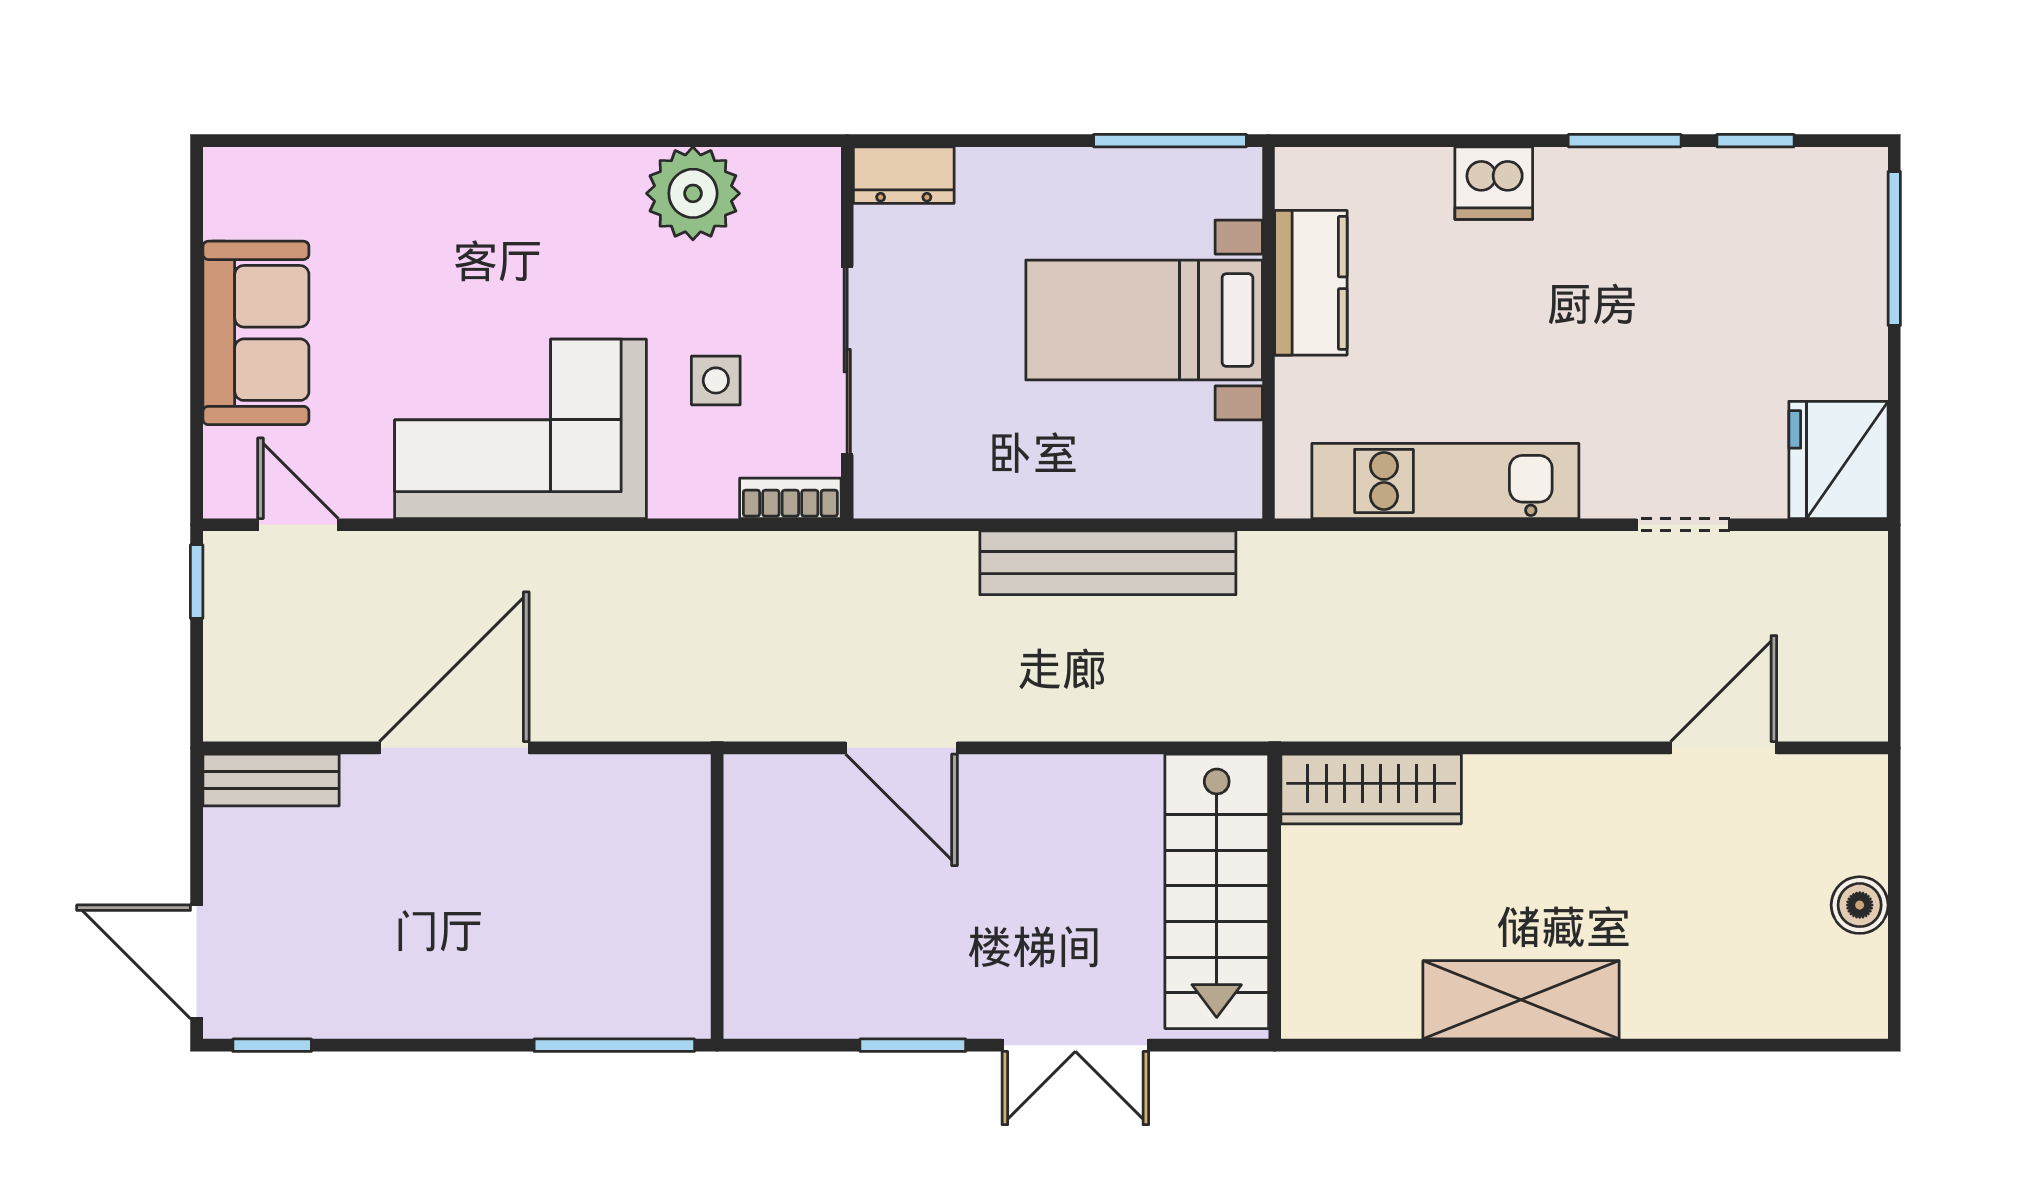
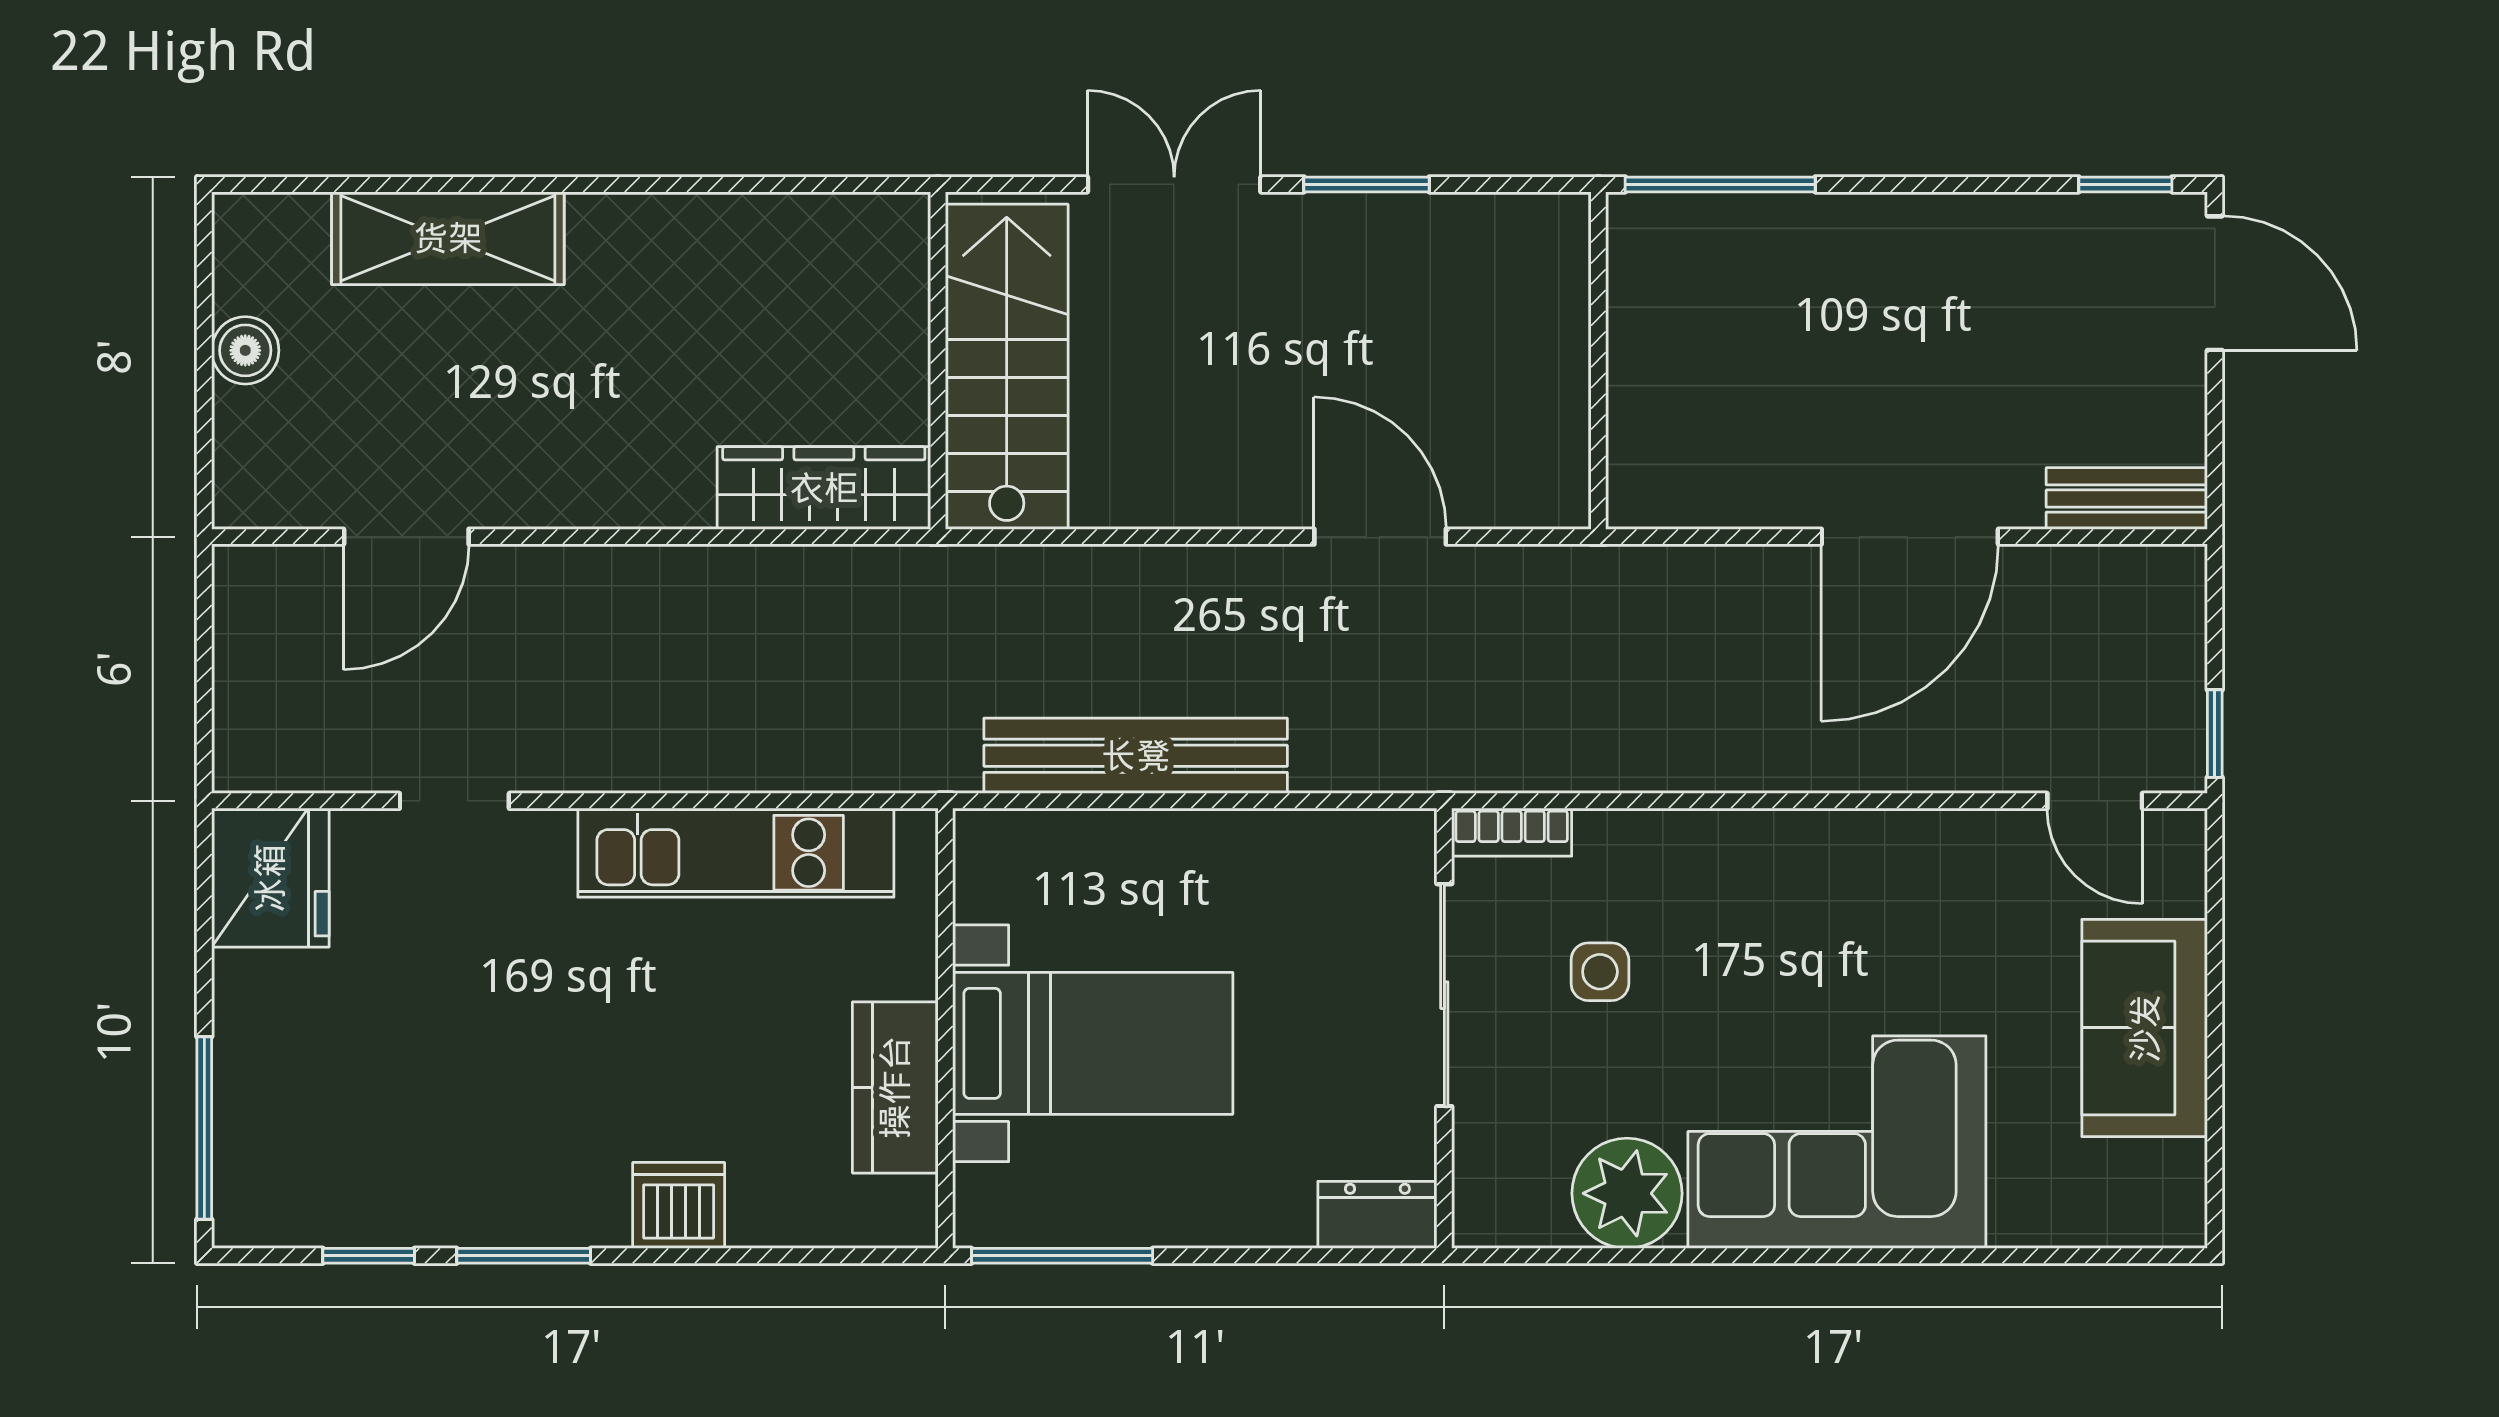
corner sofa: (521, 429) -> (1837, 1142), moved, turned 180
shelving: (1521, 1000) -> (448, 238), moved

